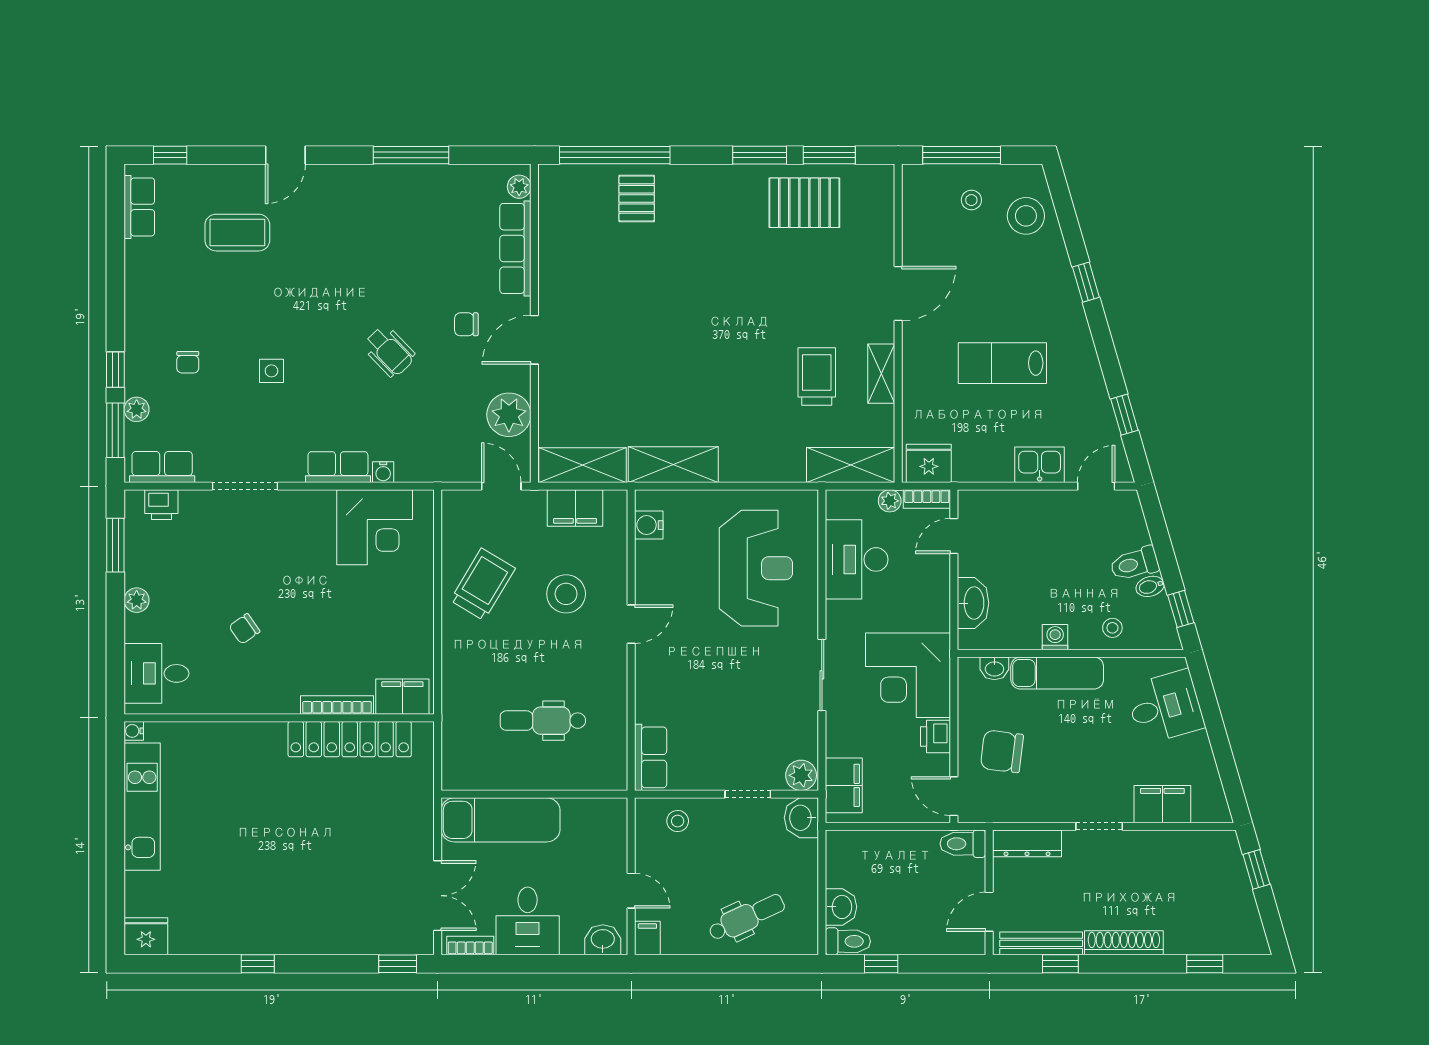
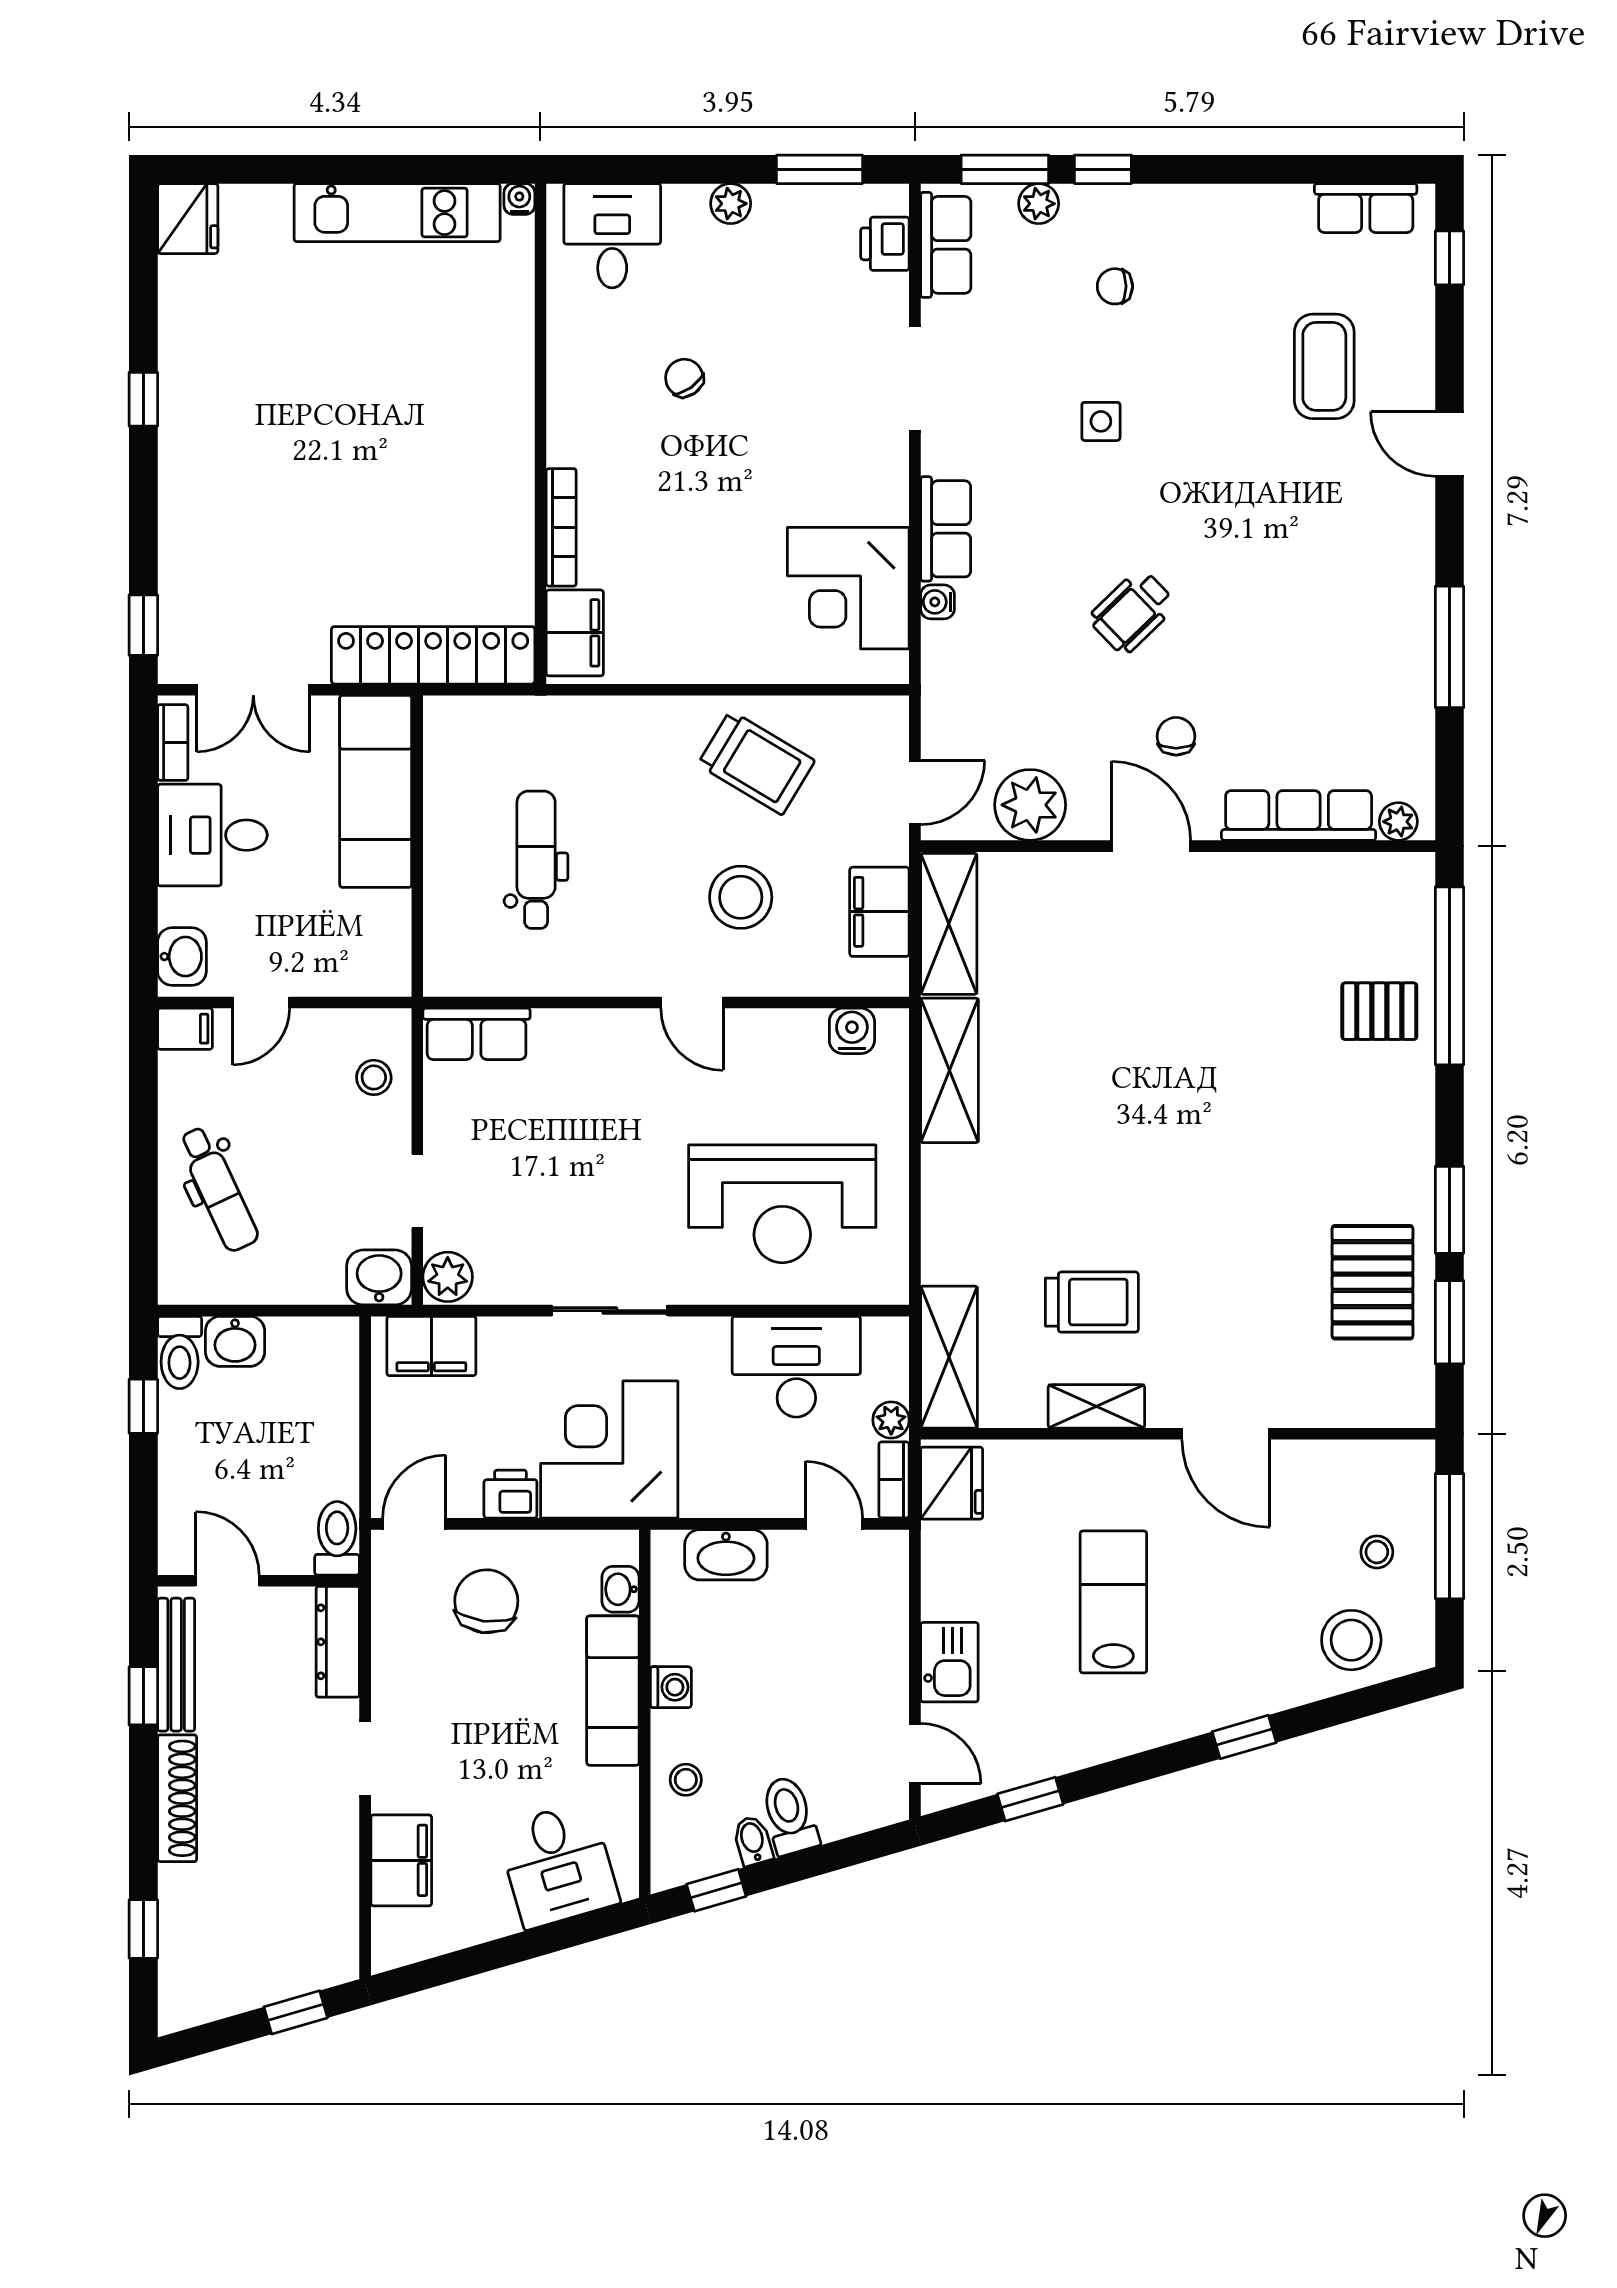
locker: (350, 739) -> (433, 655), moved, turned 90

